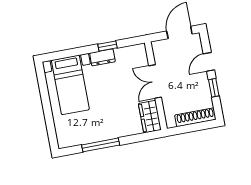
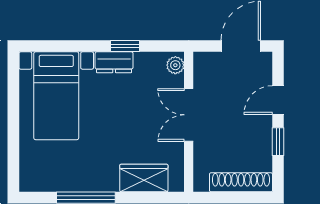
plant: (141, 52) -> (175, 65), added
wardrobe: (150, 117) -> (144, 178), moved, turned 90

